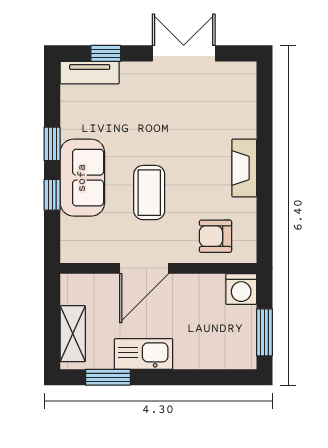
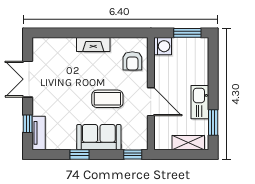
window: (52, 195) -> (133, 154), moved

